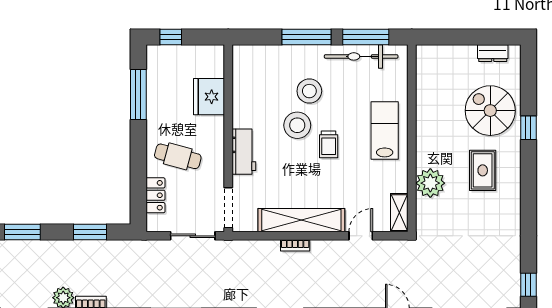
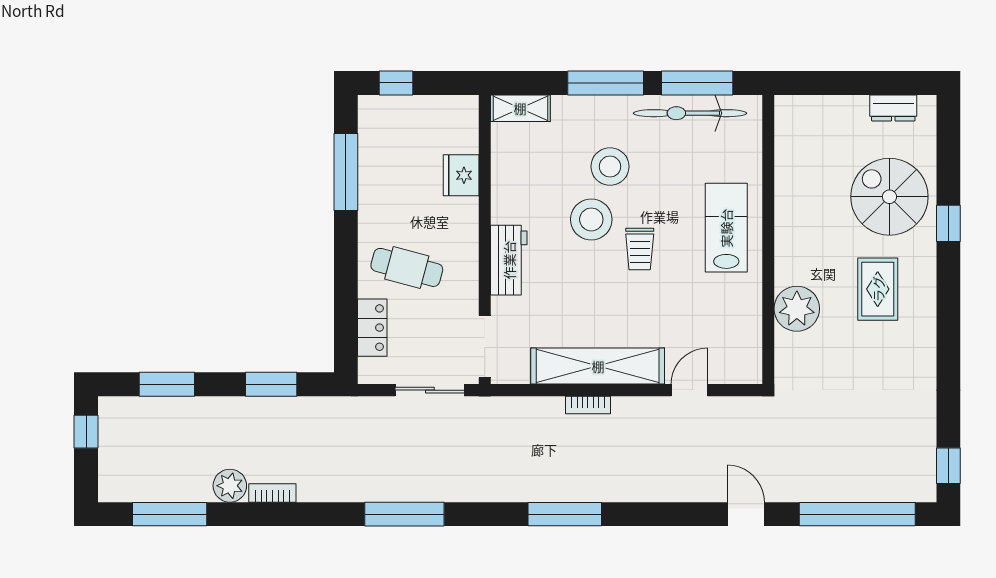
fridge: (209, 97) -> (461, 175), width x0.73, depth x0.75
shelving: (399, 213) -> (520, 108), moved, turned 90

